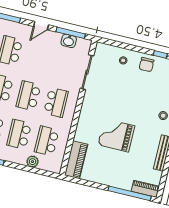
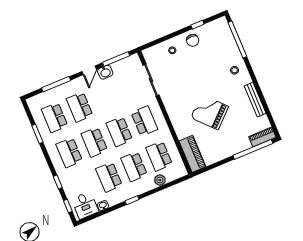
washbasin: (69, 41) -> (105, 72), moved
grand piano: (116, 135) -> (210, 112), turned 47

